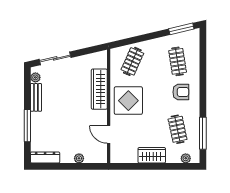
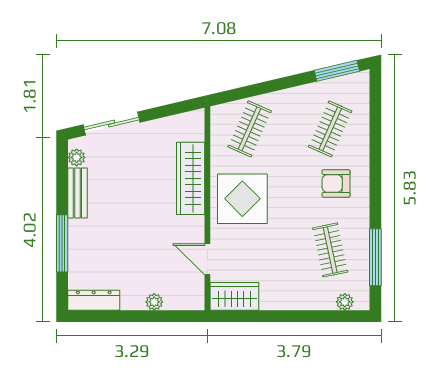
clothes rail: (178, 61) -> (330, 129), turned 33
armchair: (181, 92) -> (336, 183), turned 180
wardrobe: (152, 155) -> (234, 296), moved

